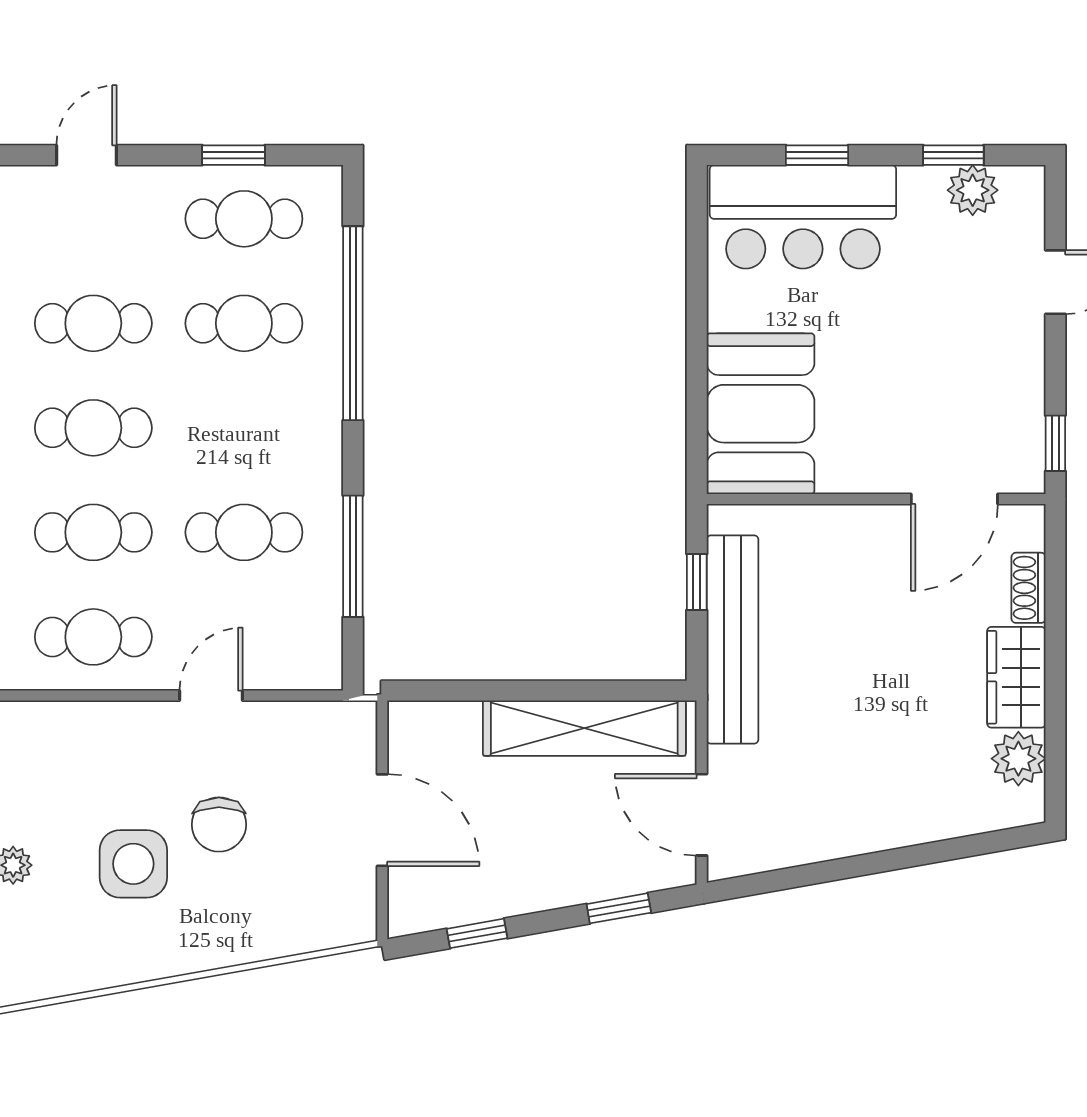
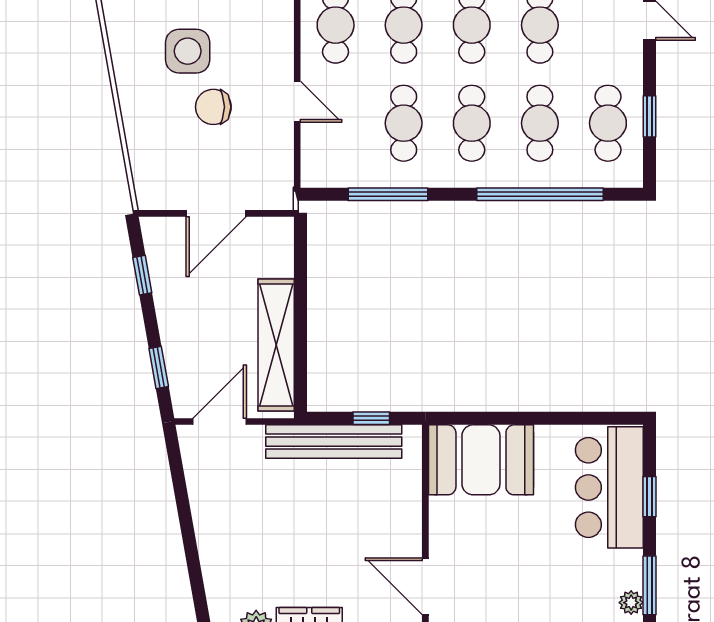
window: (953, 155) -> (649, 585), width x1.50
plant: (973, 190) -> (631, 603), width x0.73, depth x0.73
cafe table: (244, 428) -> (472, 123), added

